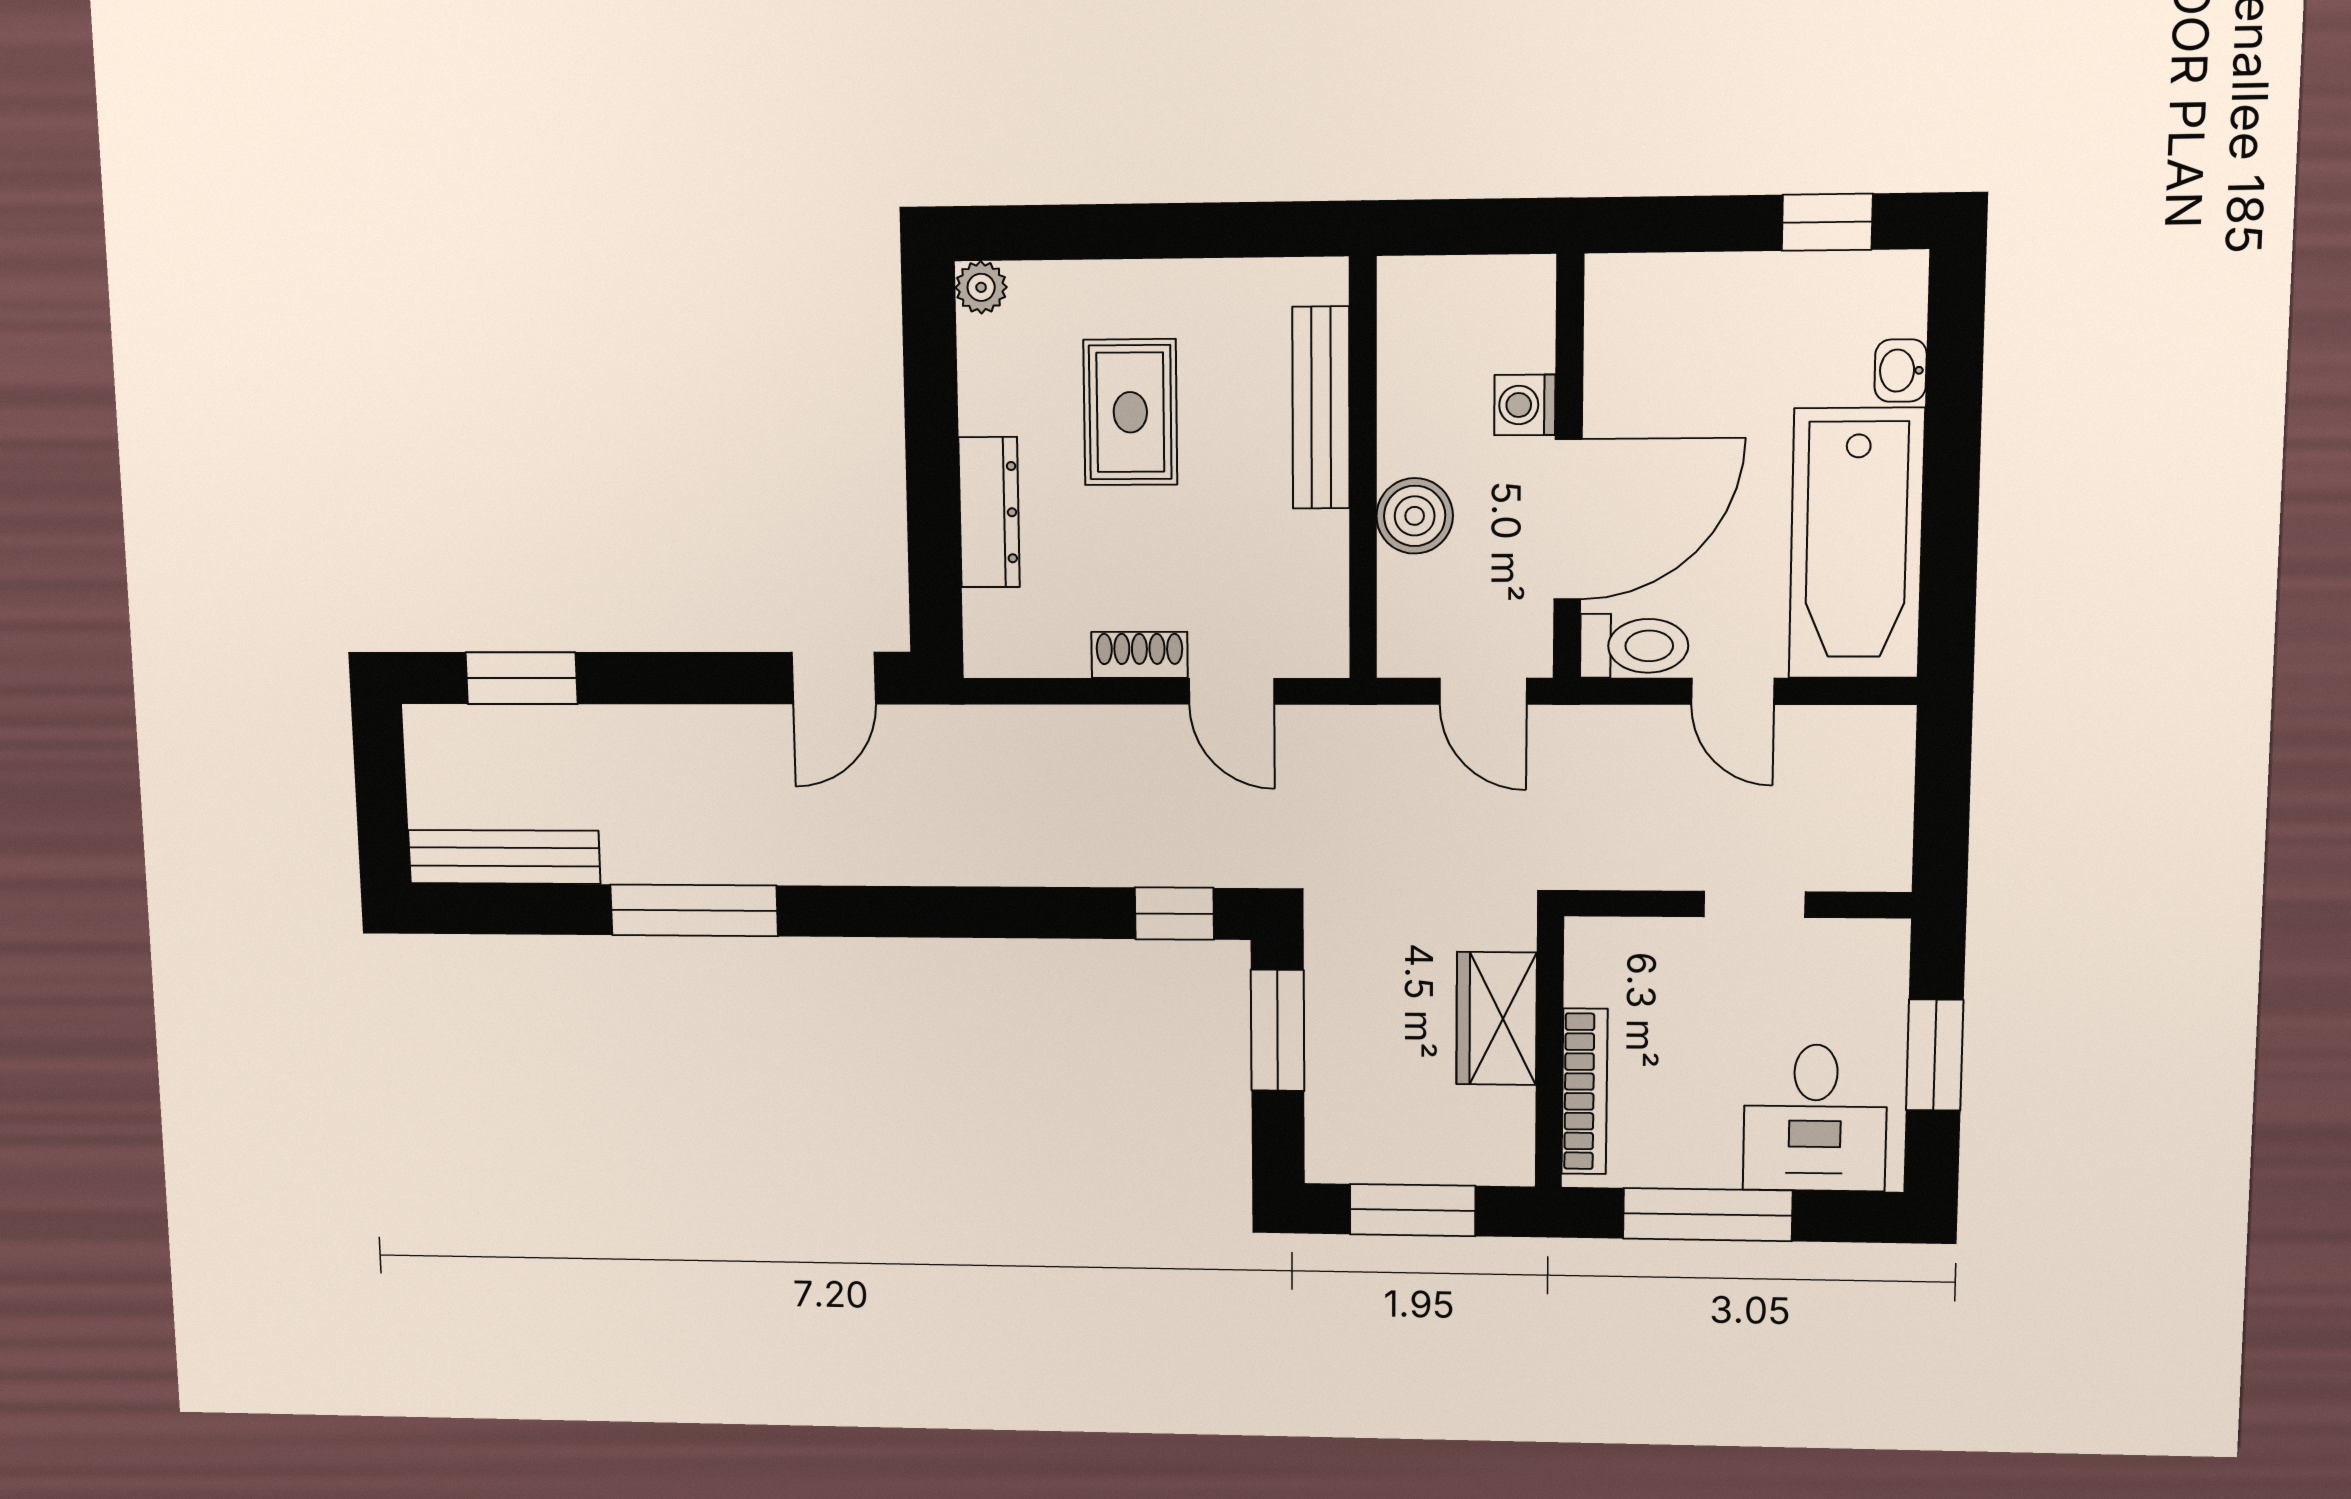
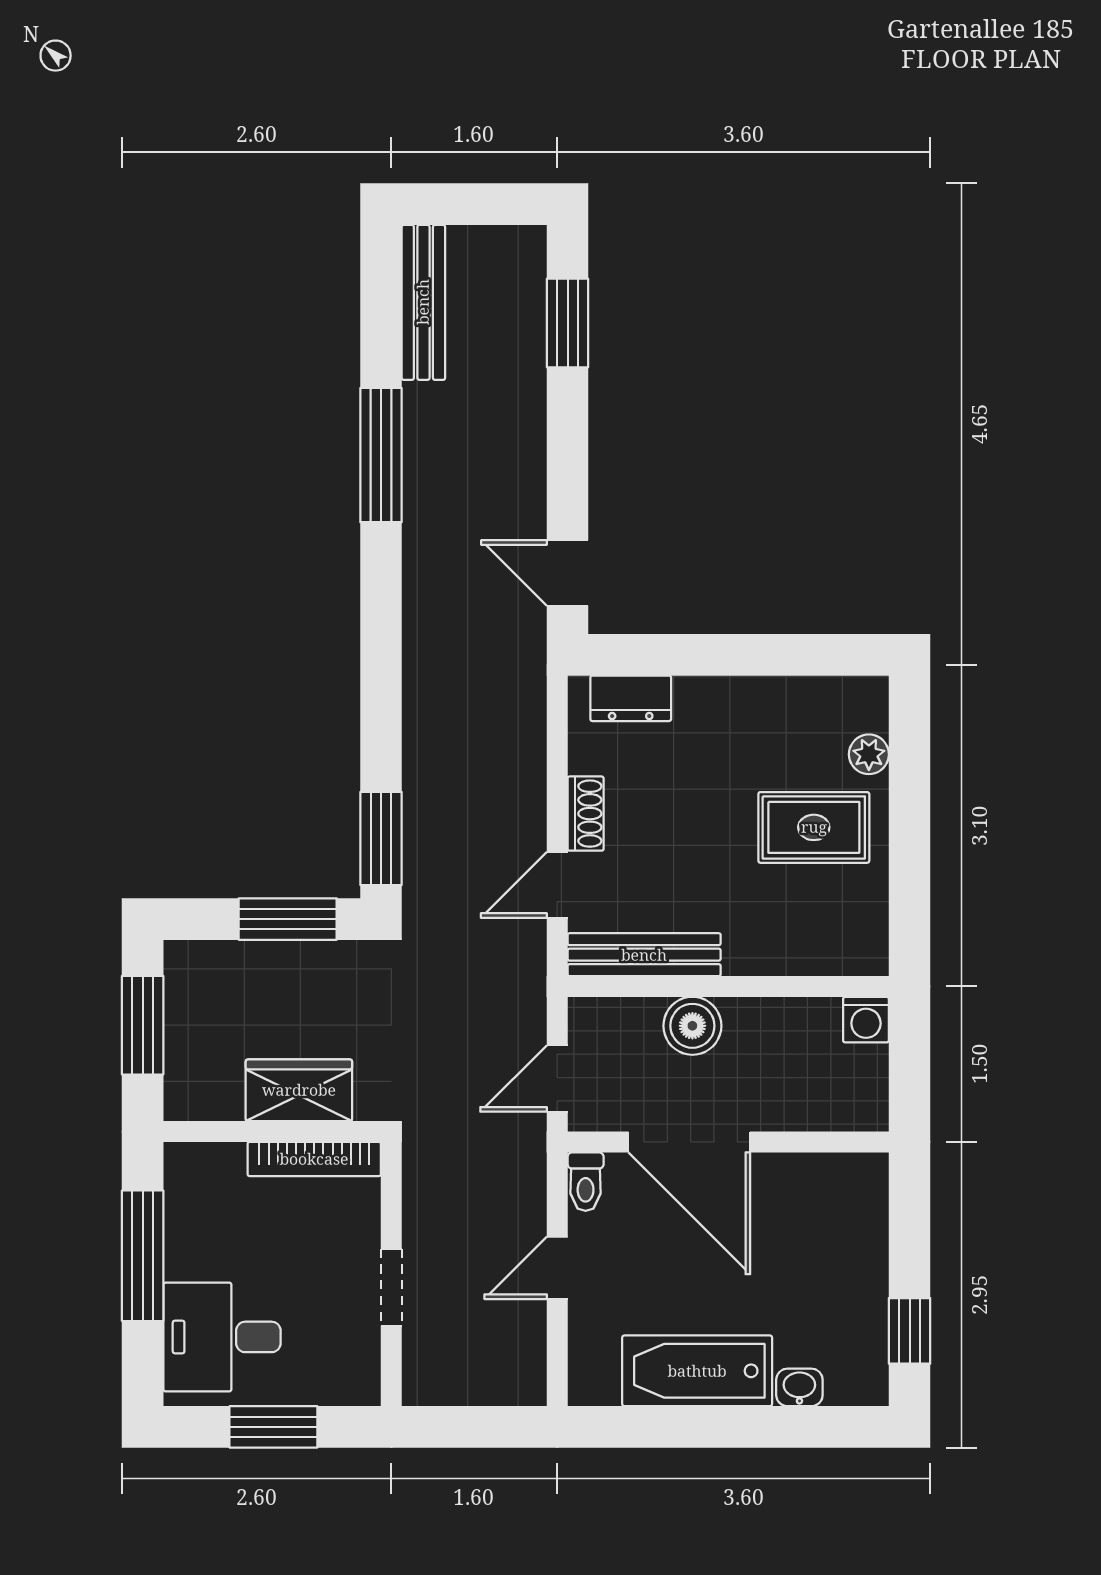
plant: (981, 287) -> (869, 754), moved
washing machine: (1525, 405) -> (866, 1020), moved, turned 180
bench: (1321, 408) -> (644, 955), moved
rug: (1130, 412) -> (814, 827), moved
dresser: (989, 512) -> (631, 698), moved, width x0.70
bathtub: (1856, 544) -> (697, 1371), width x0.73, depth x0.73
toilet: (1634, 646) -> (586, 1182), width x0.73, depth x0.72
window: (1174, 914) -> (381, 839), width x1.50
bookcase: (1585, 1091) -> (314, 1159), moved

